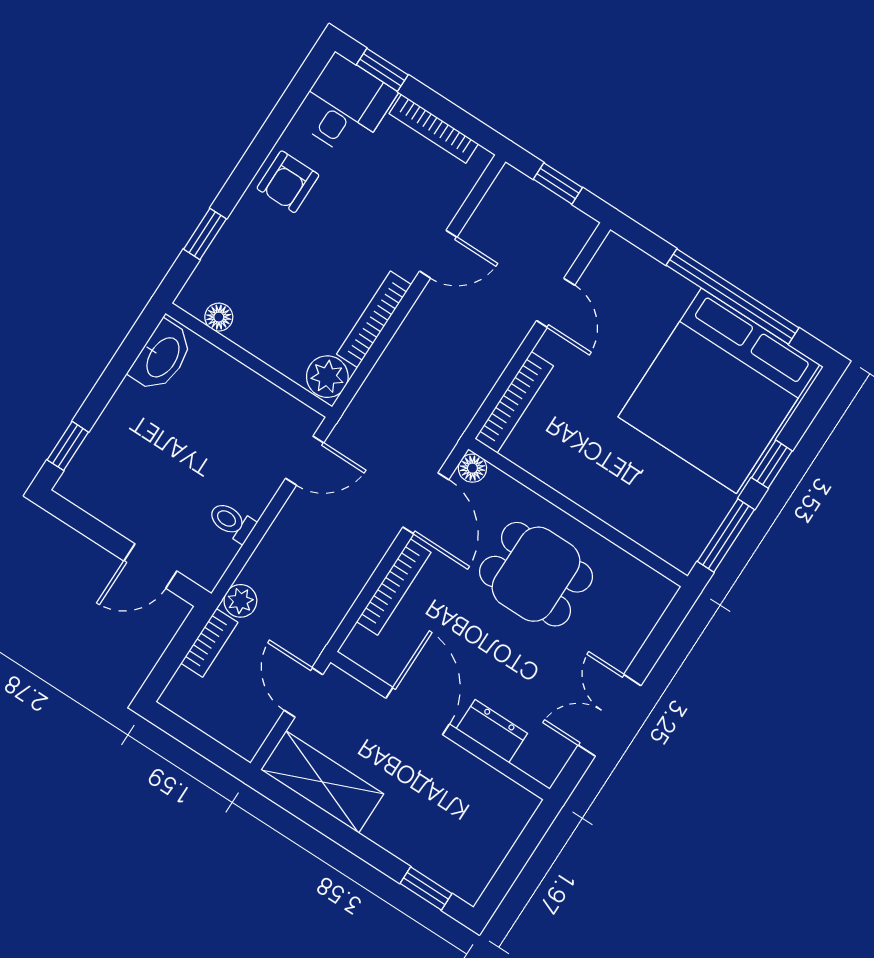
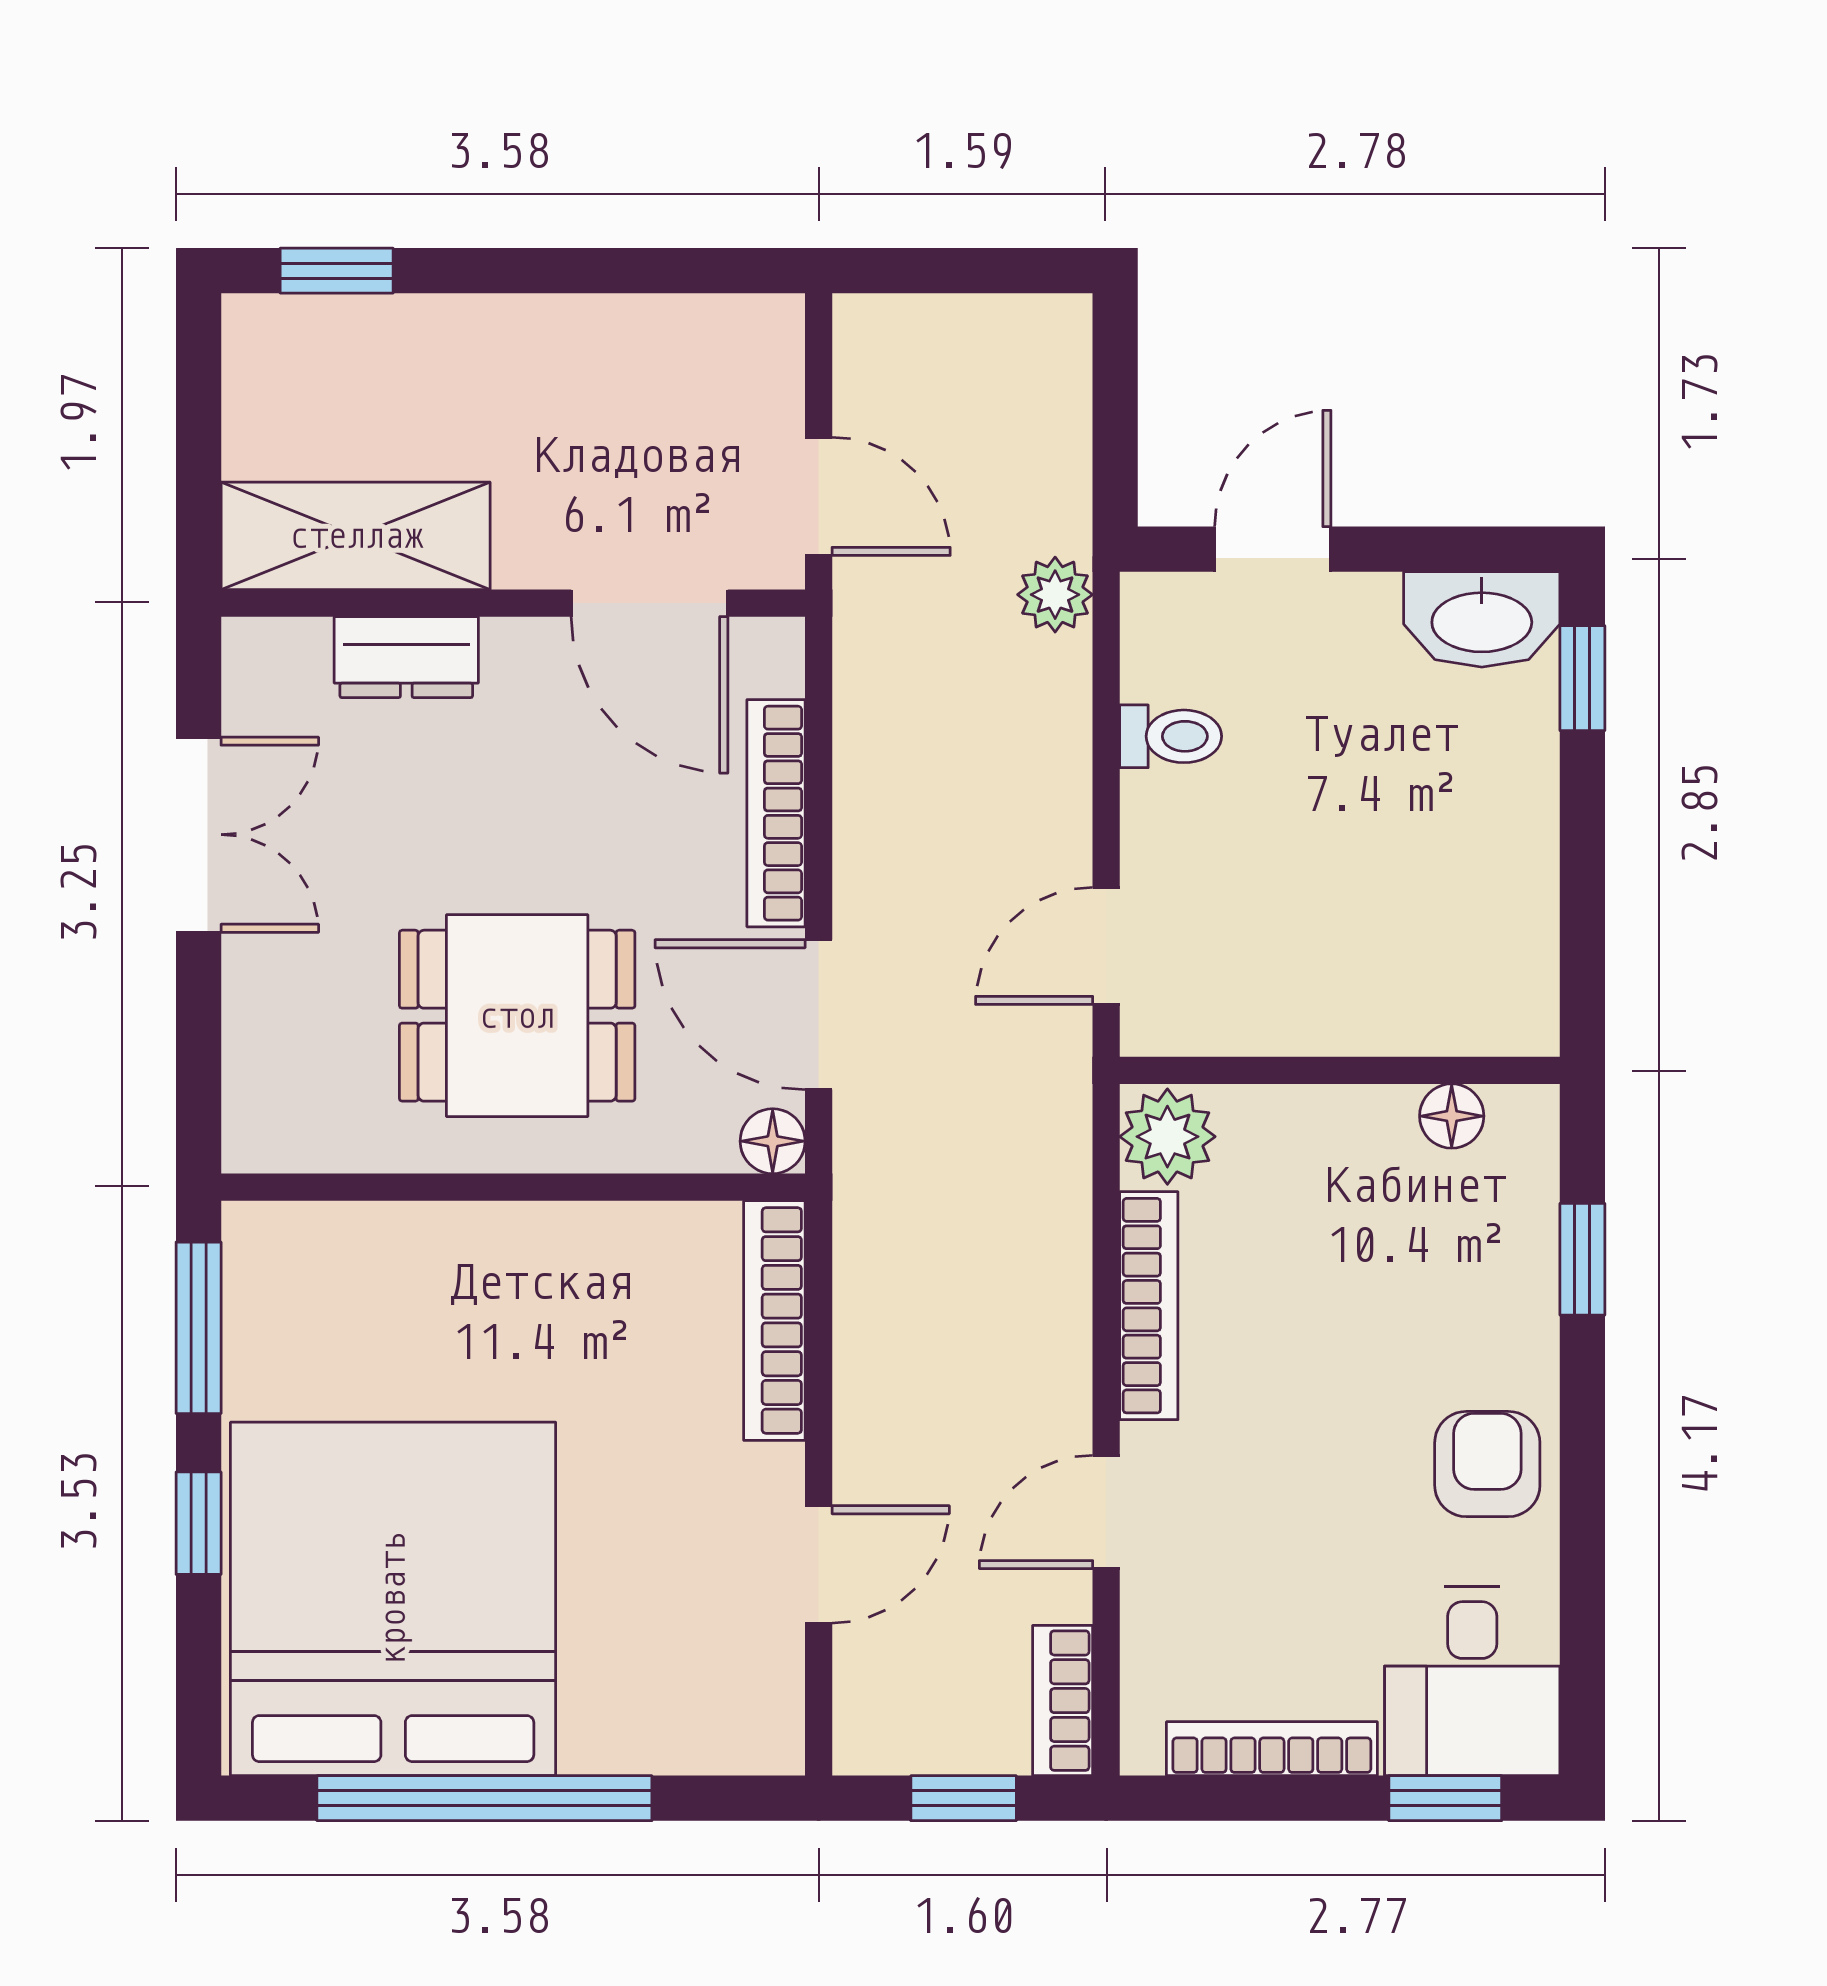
door: (556, 303) -> (819, 1564), swing flipped
washbasin: (162, 357) -> (1482, 619), moved, turned -90
bookcase: (209, 643) -> (1063, 1701), moved
door: (418, 711) -> (650, 603), moved
shelving: (322, 782) -> (356, 536), moved

